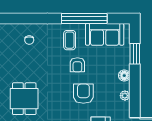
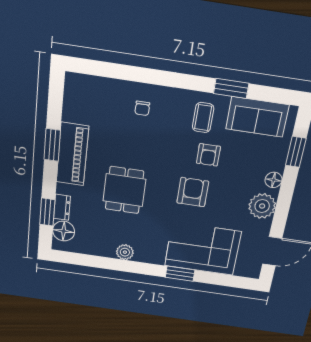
window: (84, 19) -> (231, 88), width x0.47
armchair: (83, 94) -> (193, 192), moved
plant: (125, 96) -> (262, 206), width x1.88, depth x1.88

